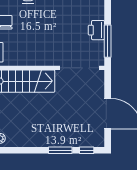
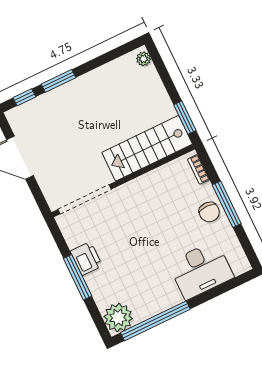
window: (108, 41) -> (78, 277), moved

